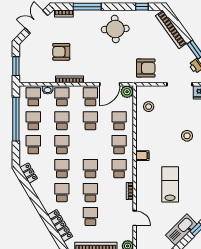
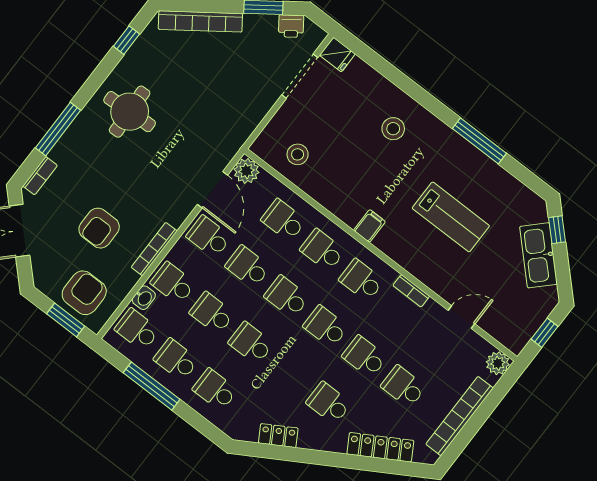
armchair: (146, 68) -> (84, 293), moved
window: (16, 119) -> (152, 386), width x0.68
school desk: (62, 169) -> (287, 297), moved
locker: (29, 173) -> (278, 436), moved
lab bench: (170, 184) -> (451, 217), turned 180

